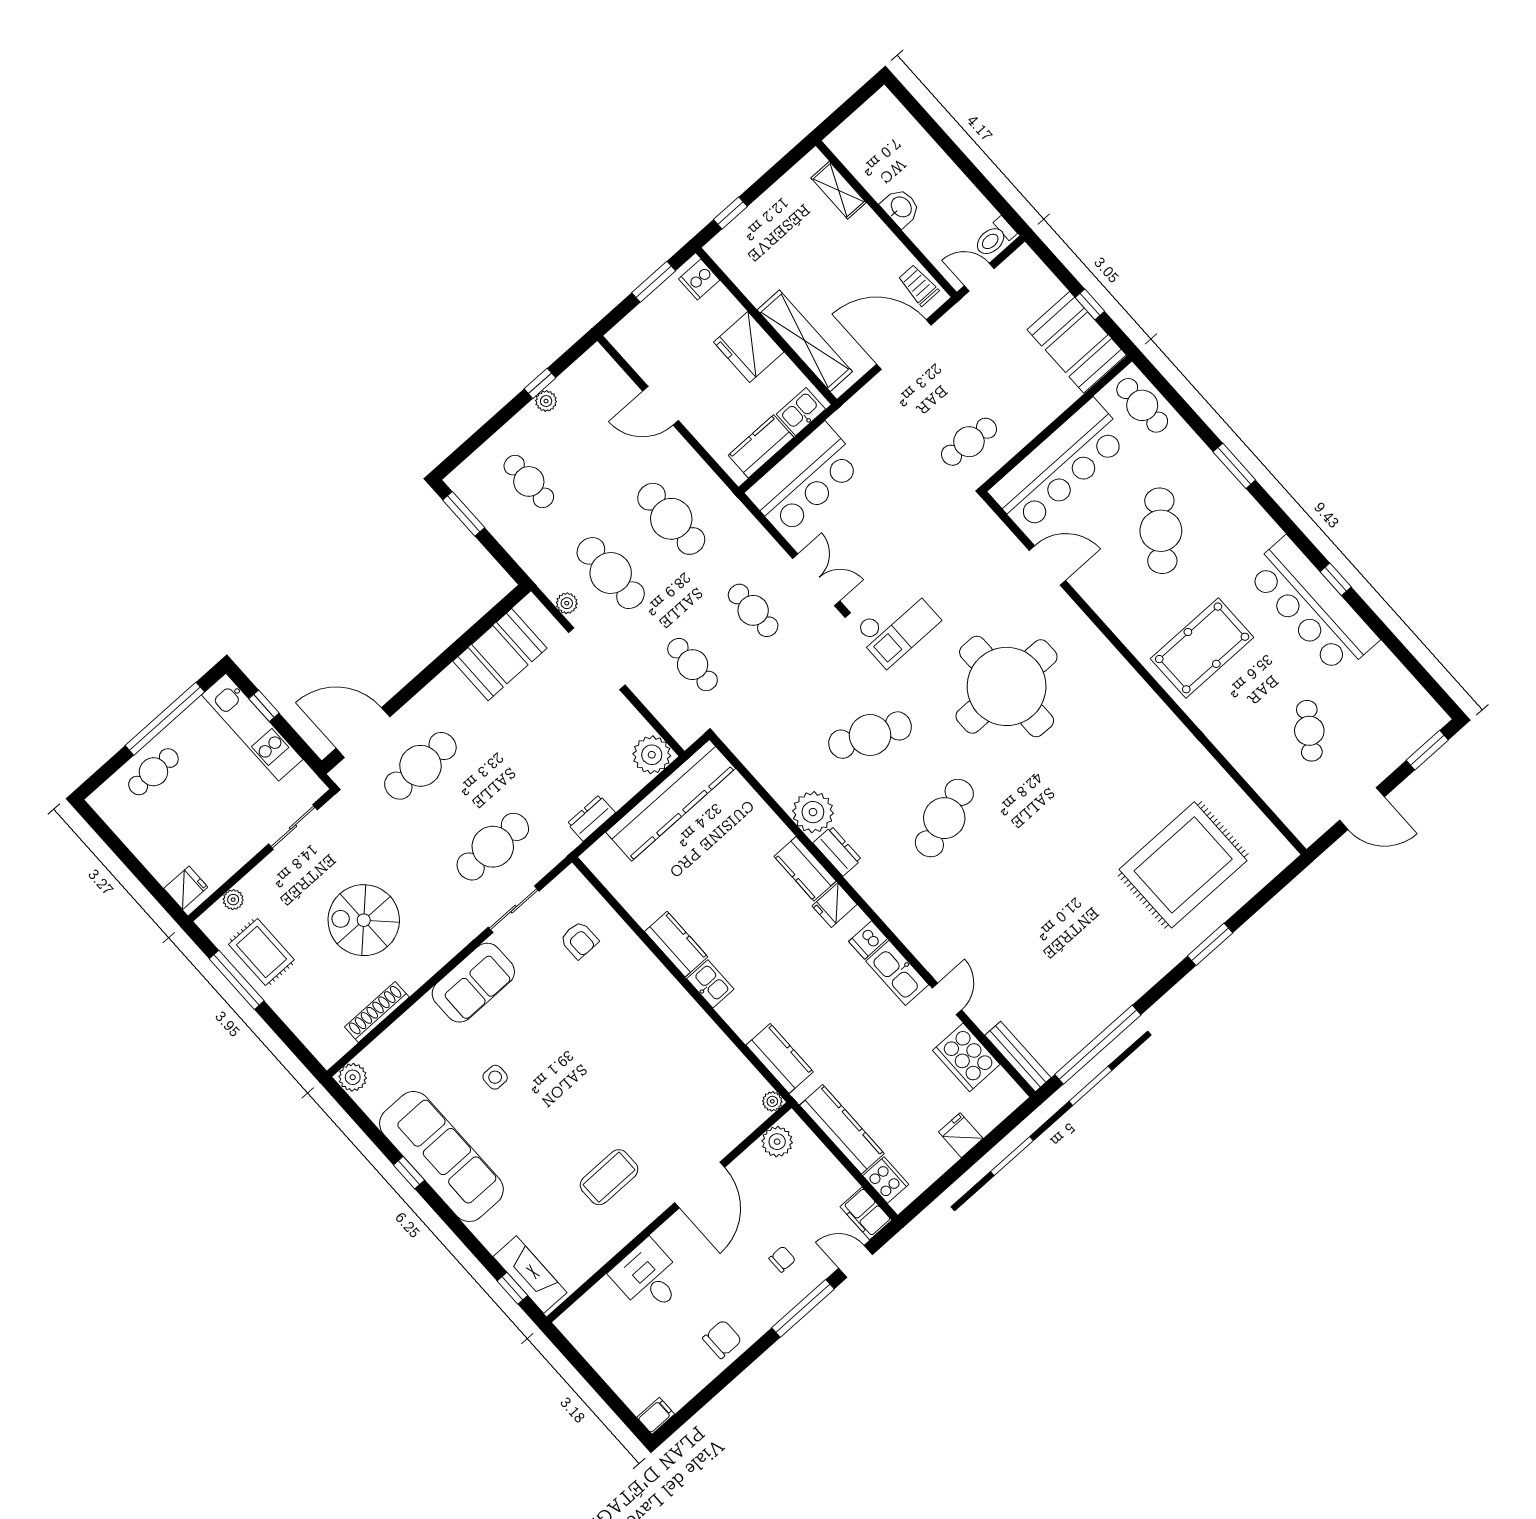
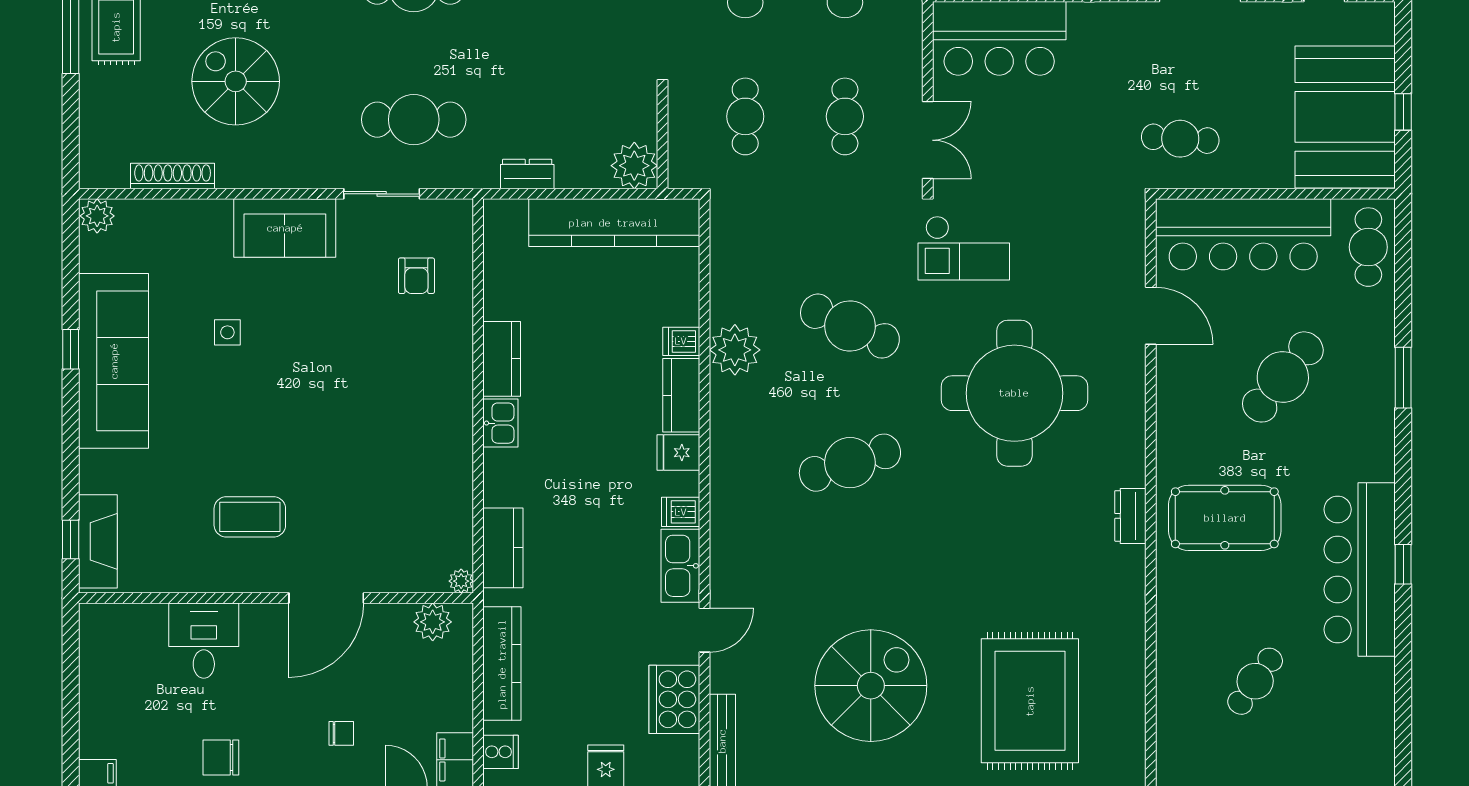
booth: (1077, 342) -> (1345, 117), width x1.36, depth x1.42
dishwasher: (776, 836) -> (681, 341), added
dresser: (837, 851) -> (1130, 516), moved, turned 180
rug: (1183, 865) -> (1030, 701), turned 90
spiral stairs: (1078, 942) -> (871, 686), added
cooker: (886, 1180) -> (501, 752), width x0.73
chair: (722, 1339) -> (221, 758), turned 180

